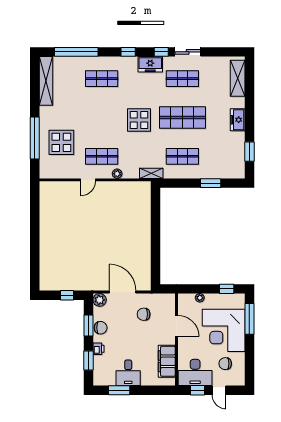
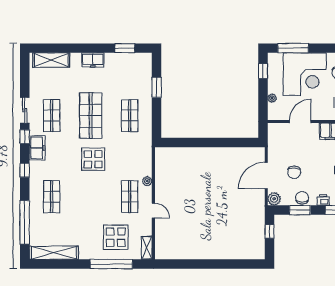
shelving: (151, 173) -> (147, 248), moved
chair: (144, 314) -> (294, 172), moved

